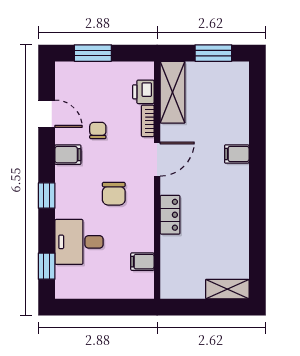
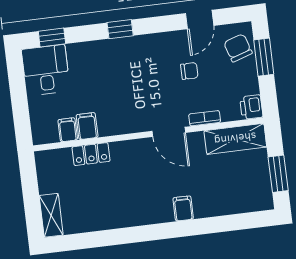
printer: (143, 92) -> (251, 107), moved, turned -90
filing cabinet: (68, 155) -> (87, 126), moved, turned 180
chair: (114, 194) -> (238, 48), moved, turned 72
locker: (170, 215) -> (91, 154), moved
desk: (79, 242) -> (46, 70), moved

